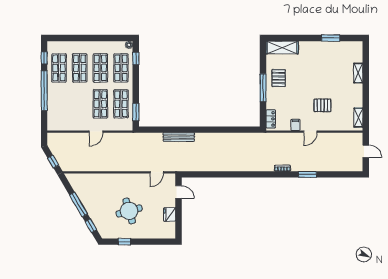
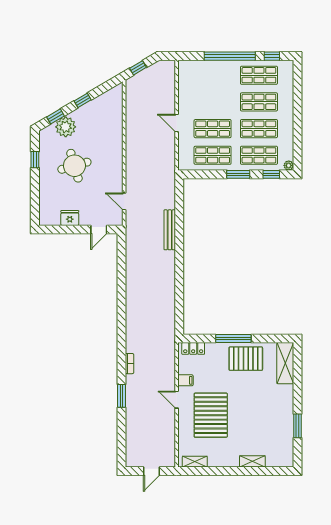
pallet: (279, 78) -> (246, 359), width x1.50, depth x1.42
pallet: (322, 105) -> (211, 415), width x2.05, depth x2.00
window: (136, 112) -> (238, 174), moved
window: (78, 205) -> (83, 100), width x0.46
plant: (99, 218) -> (66, 127), added

